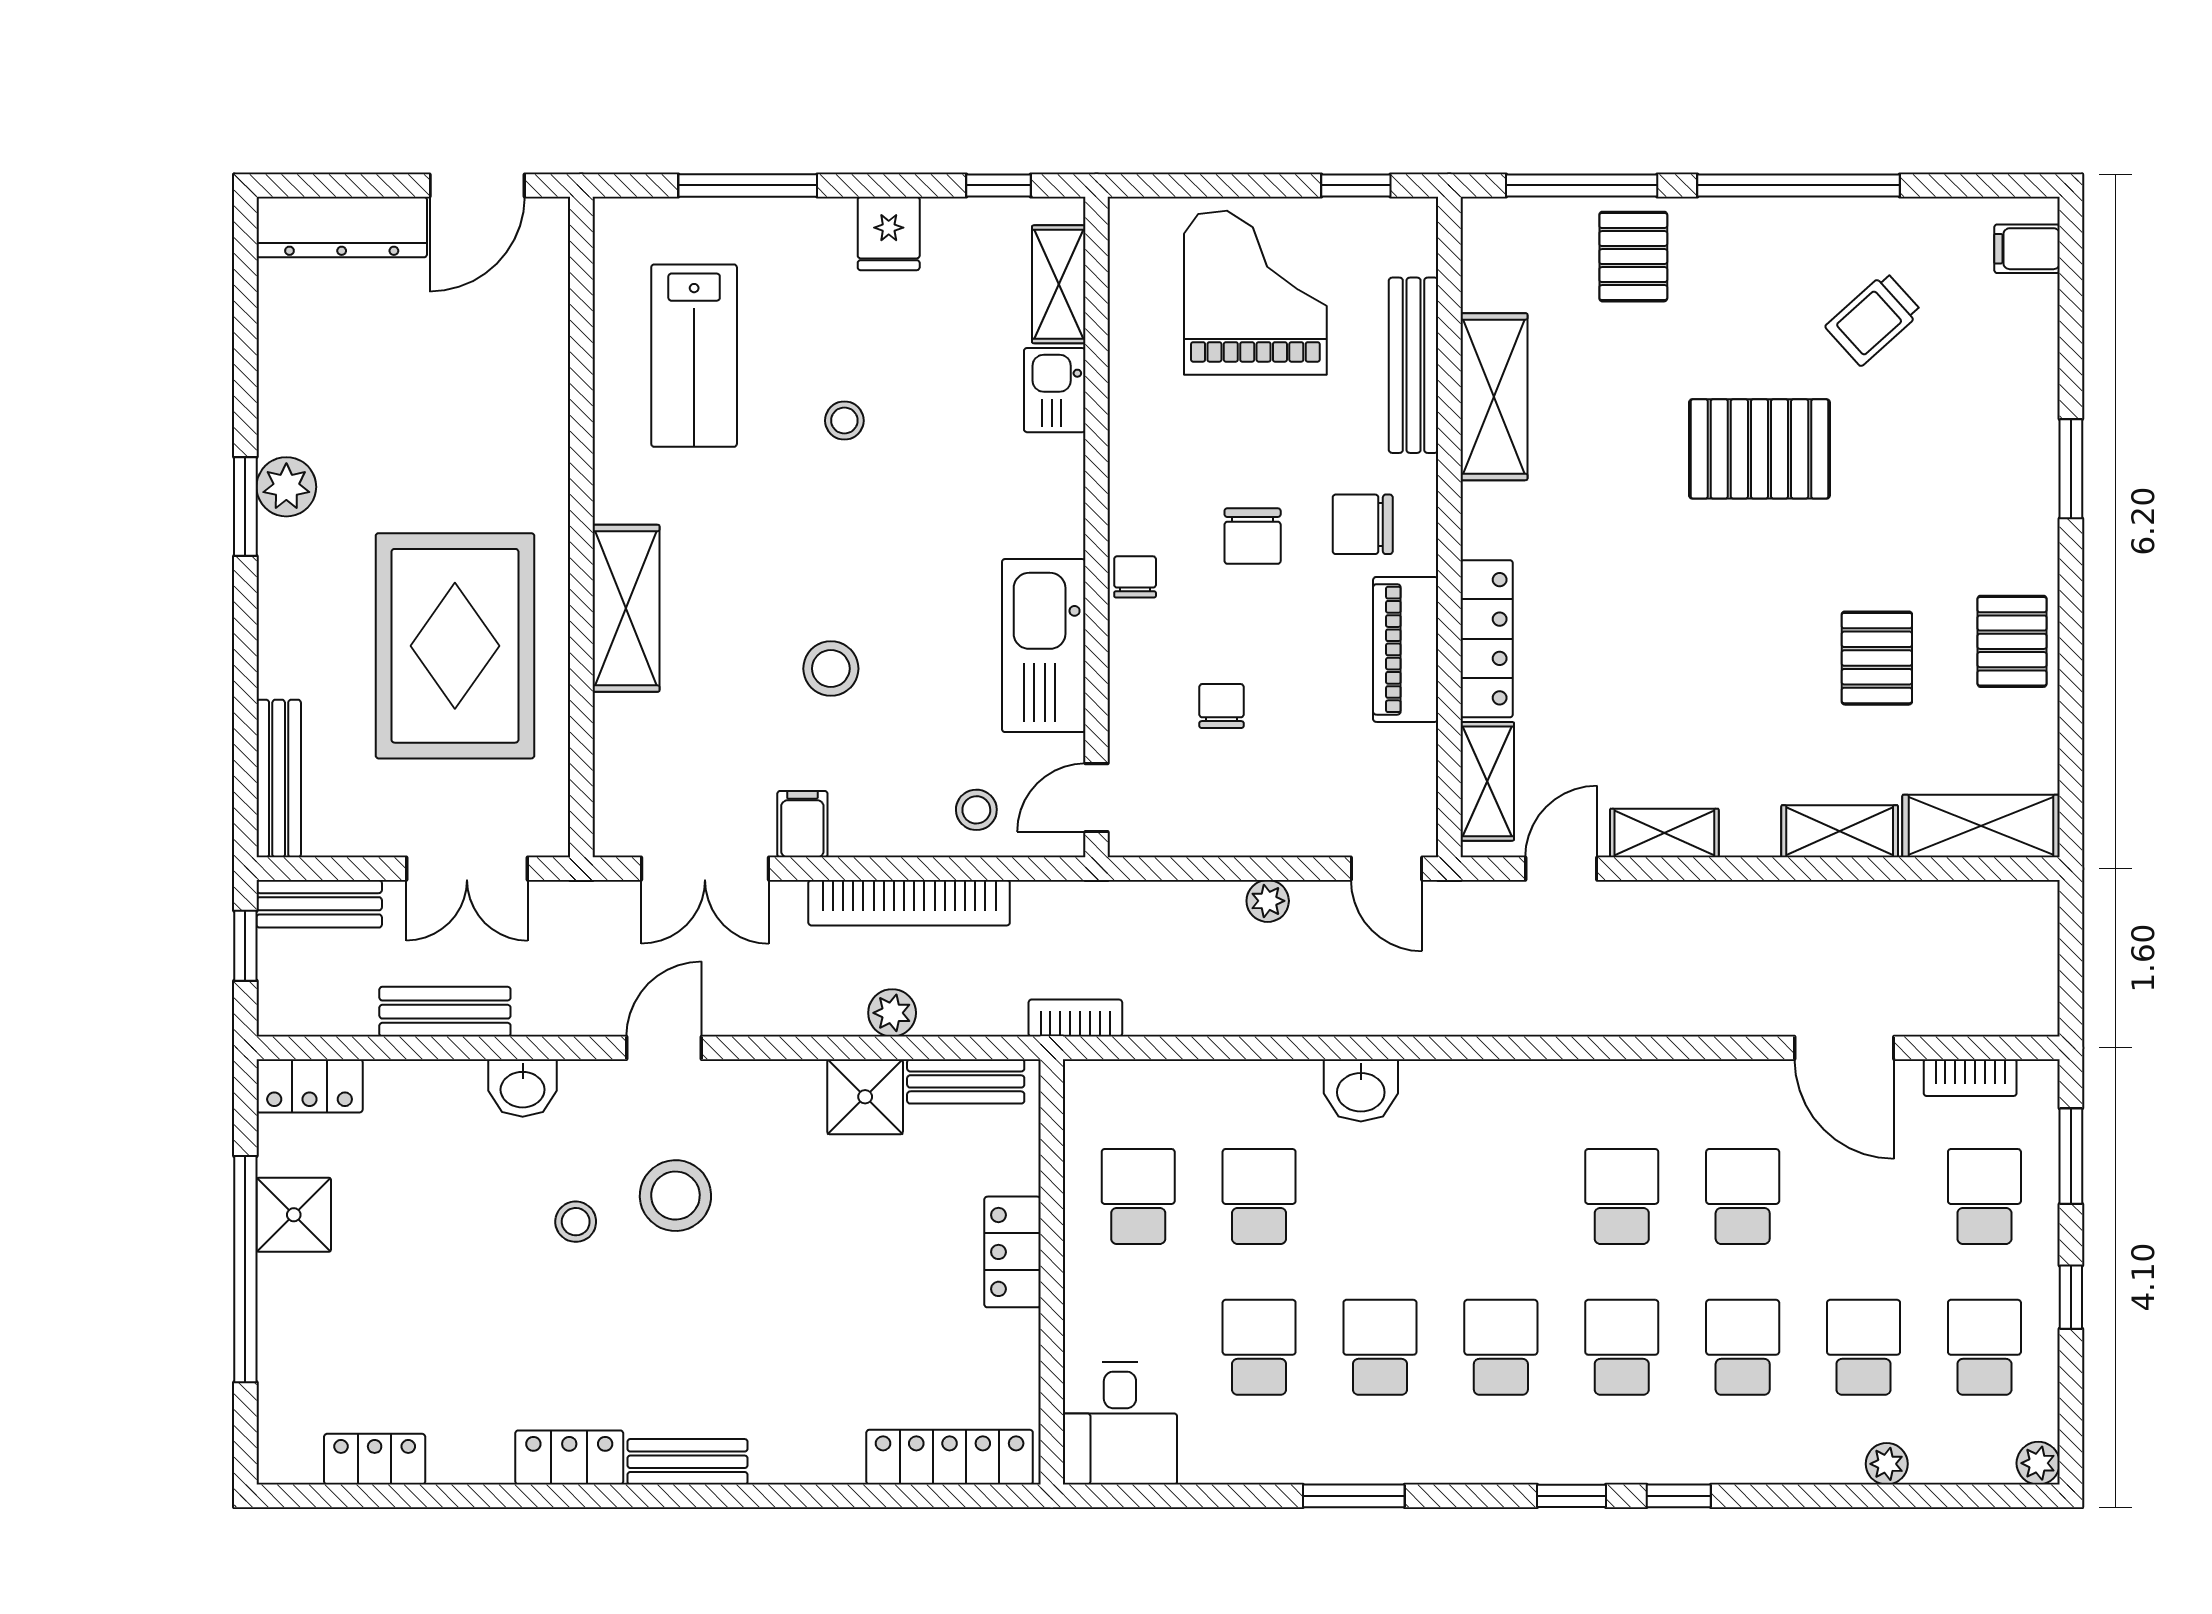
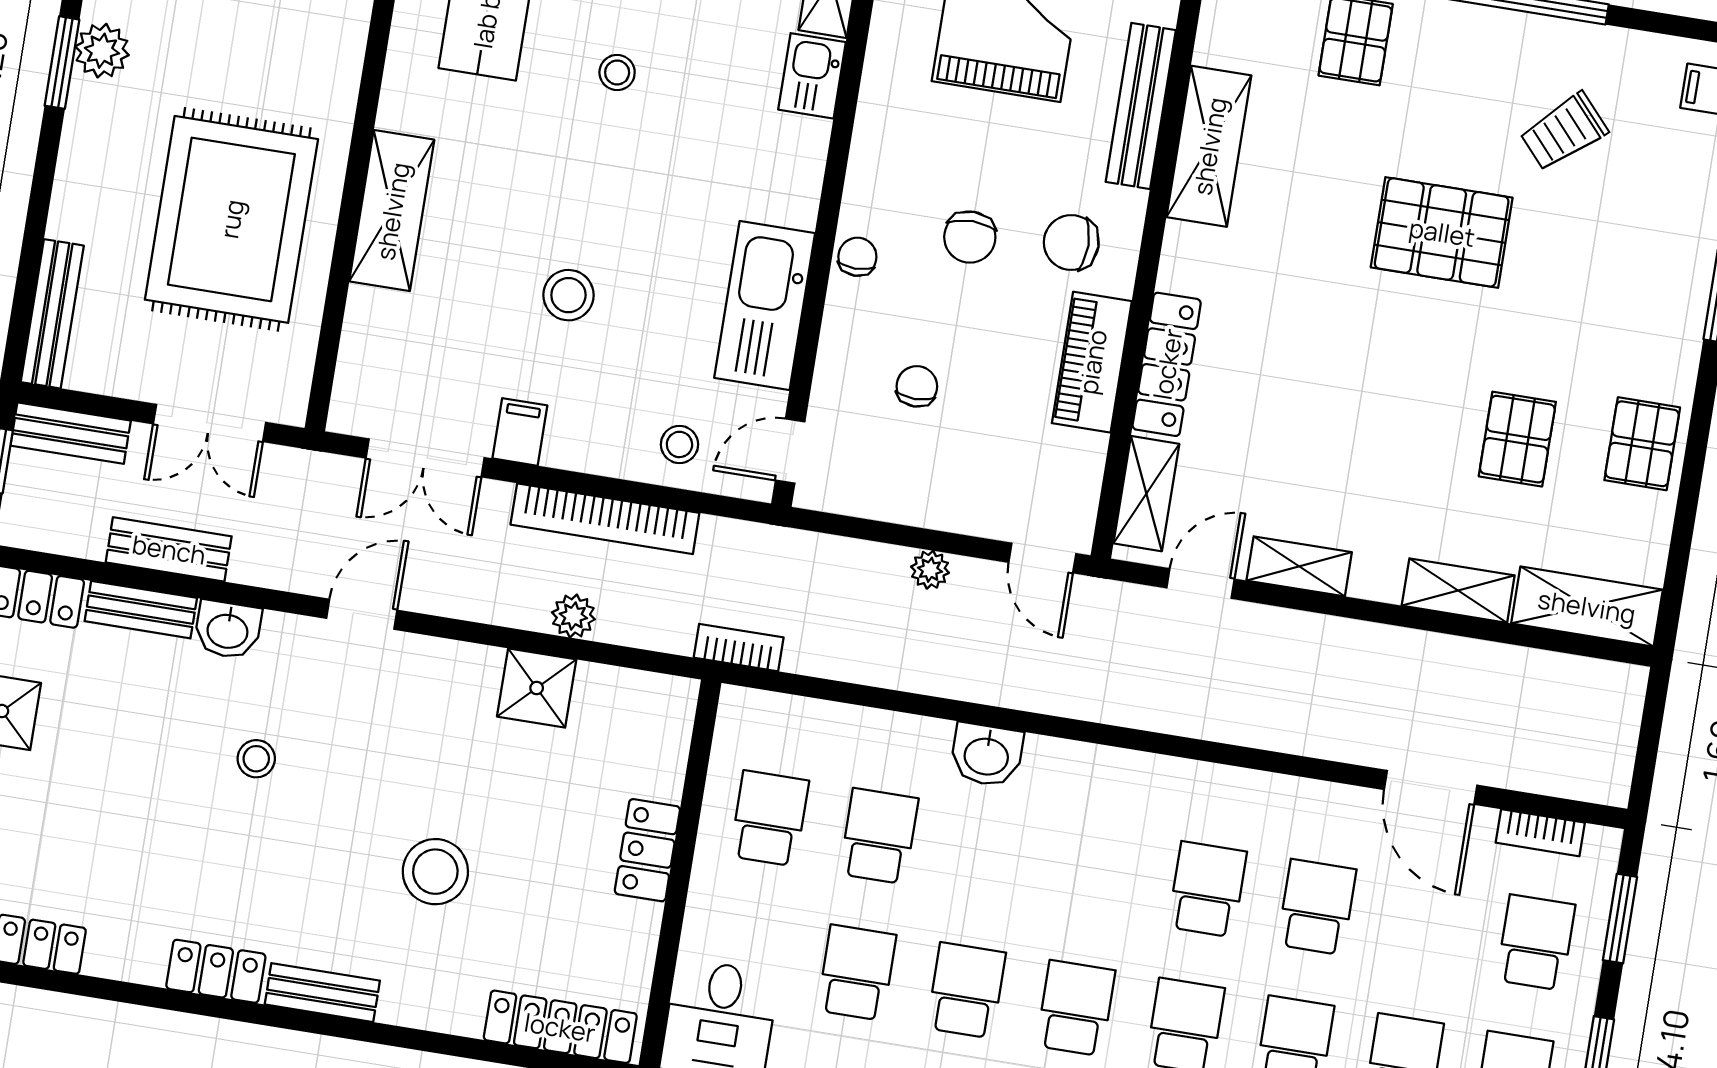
bench: (966, 1081) -> (141, 610), moved
stool: (675, 1196) -> (435, 872), moved

